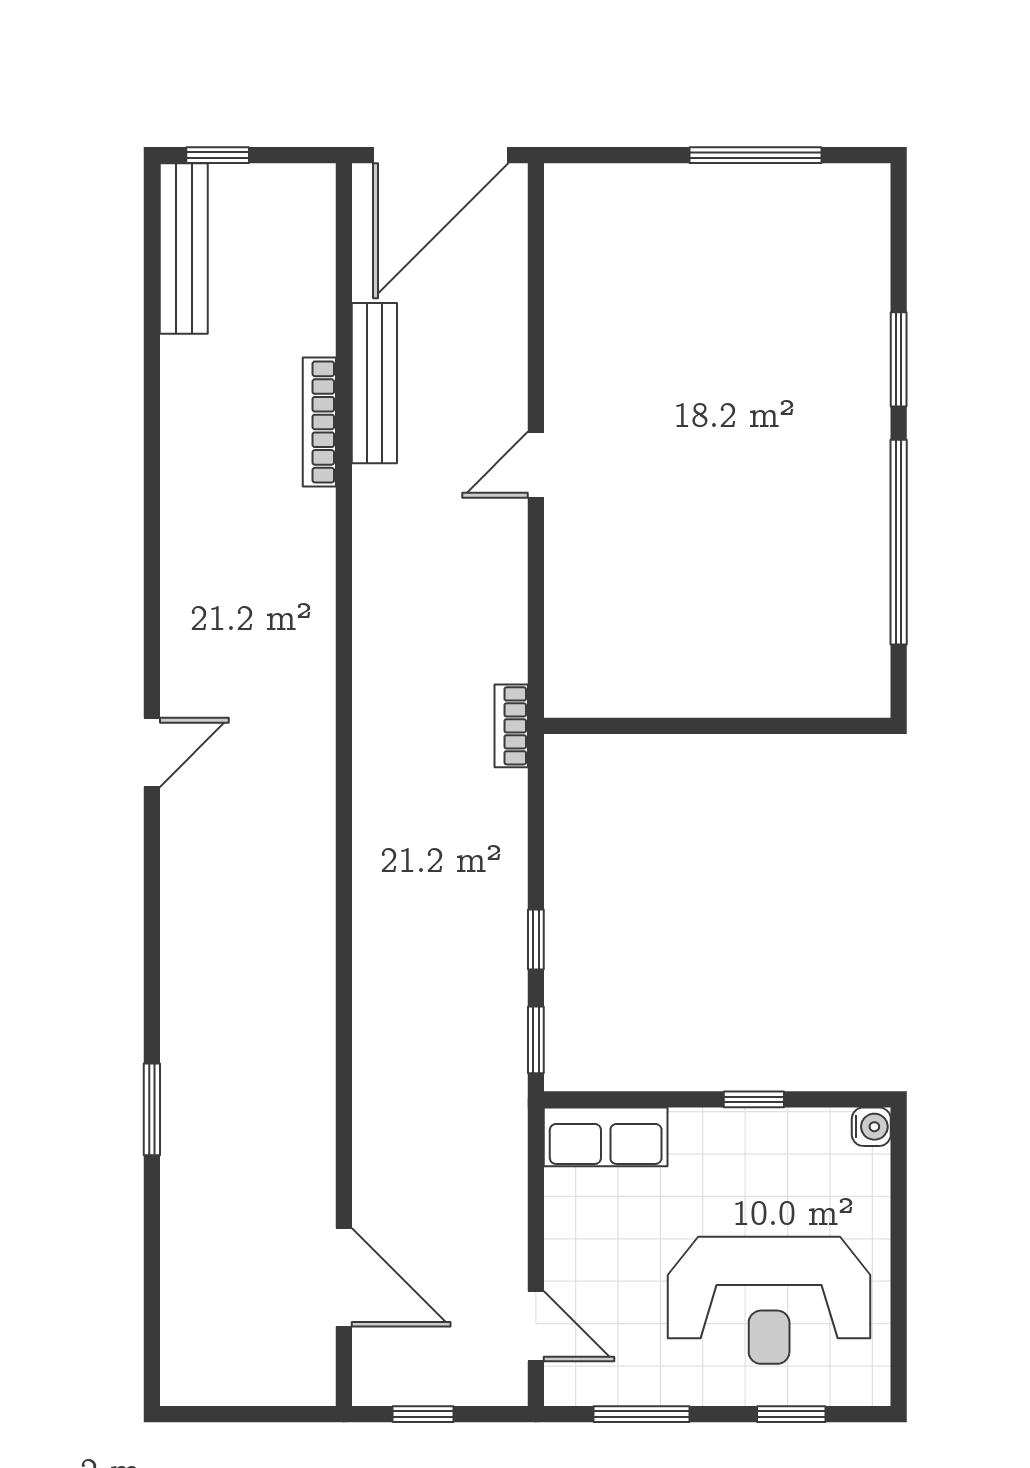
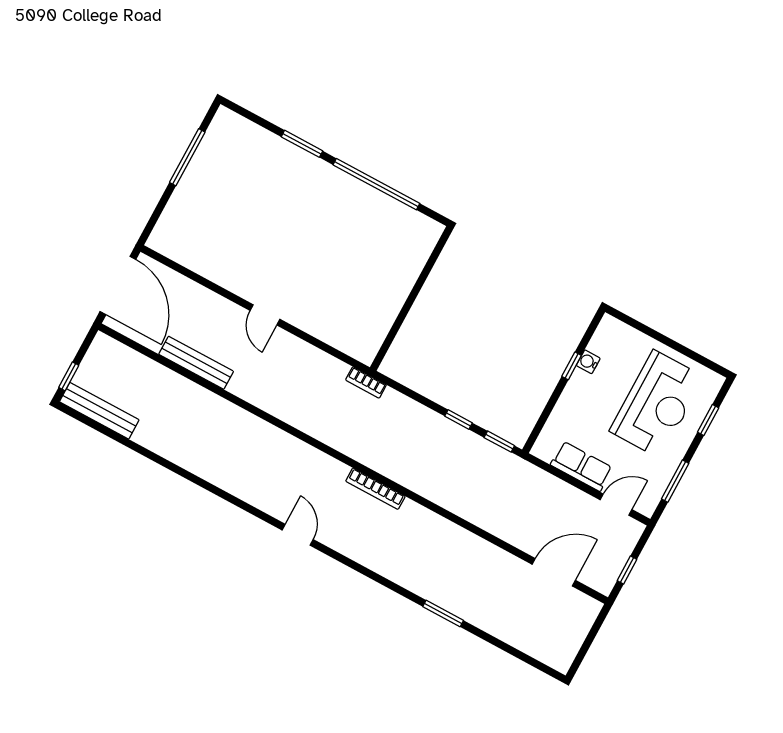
bookcase: (319, 422) -> (375, 489), moved
water cooler: (871, 1127) -> (588, 362), moved, turned -90
row of seats: (606, 1137) -> (581, 466), moved, turned -90

